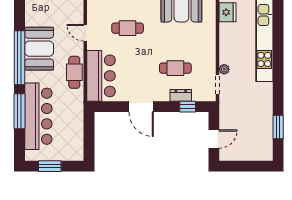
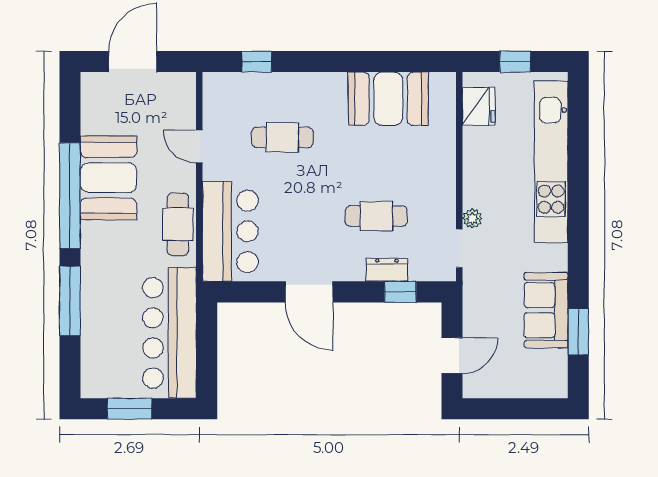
bar counter: (38, 116) -> (170, 333), moved, turned 180
sofa: (262, 116) -> (546, 310), added

